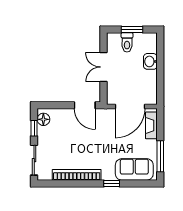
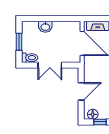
toilet: (127, 42) -> (30, 58), moved
door: (85, 105) -> (81, 91), moved

